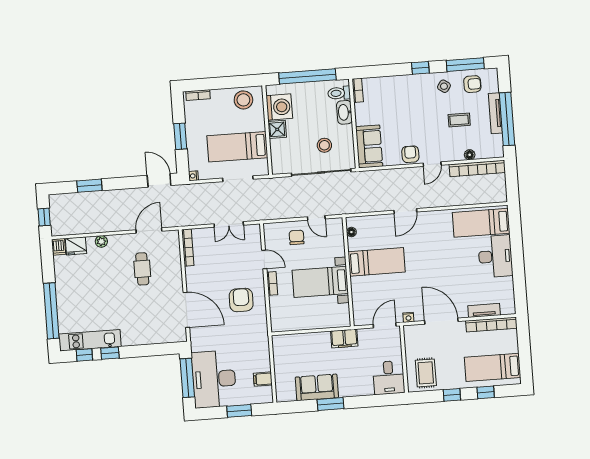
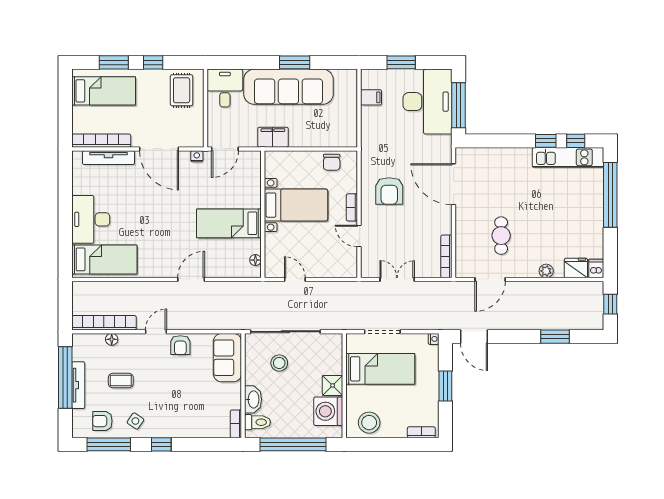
chair: (297, 237) -> (332, 162), moved
tv unit: (484, 310) -> (108, 158), width x1.41
sofa: (317, 387) -> (288, 87), width x1.85, depth x1.27
window: (486, 392) -> (114, 62), width x1.50

